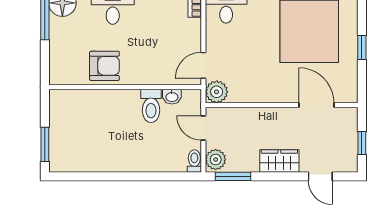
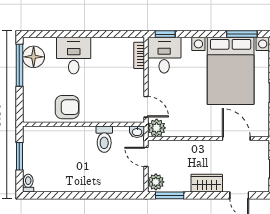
door: (203, 65) -> (146, 107), swing flipped
washbasin: (172, 97) -> (137, 132), moved
window: (45, 144) -> (19, 156), moved
toilet: (194, 161) -> (28, 183), moved

